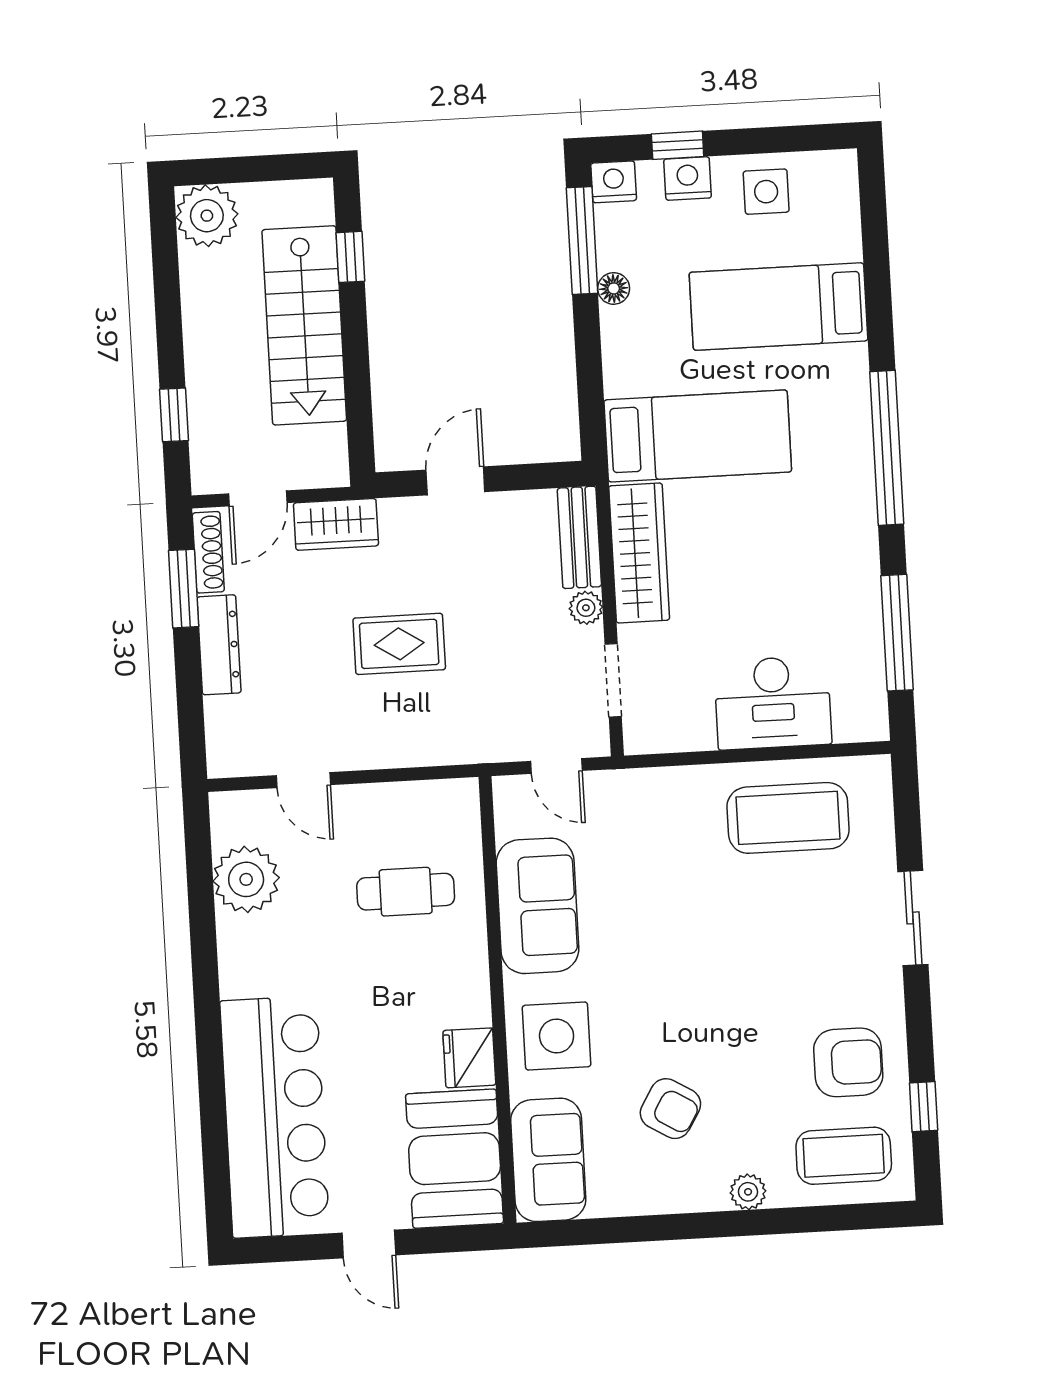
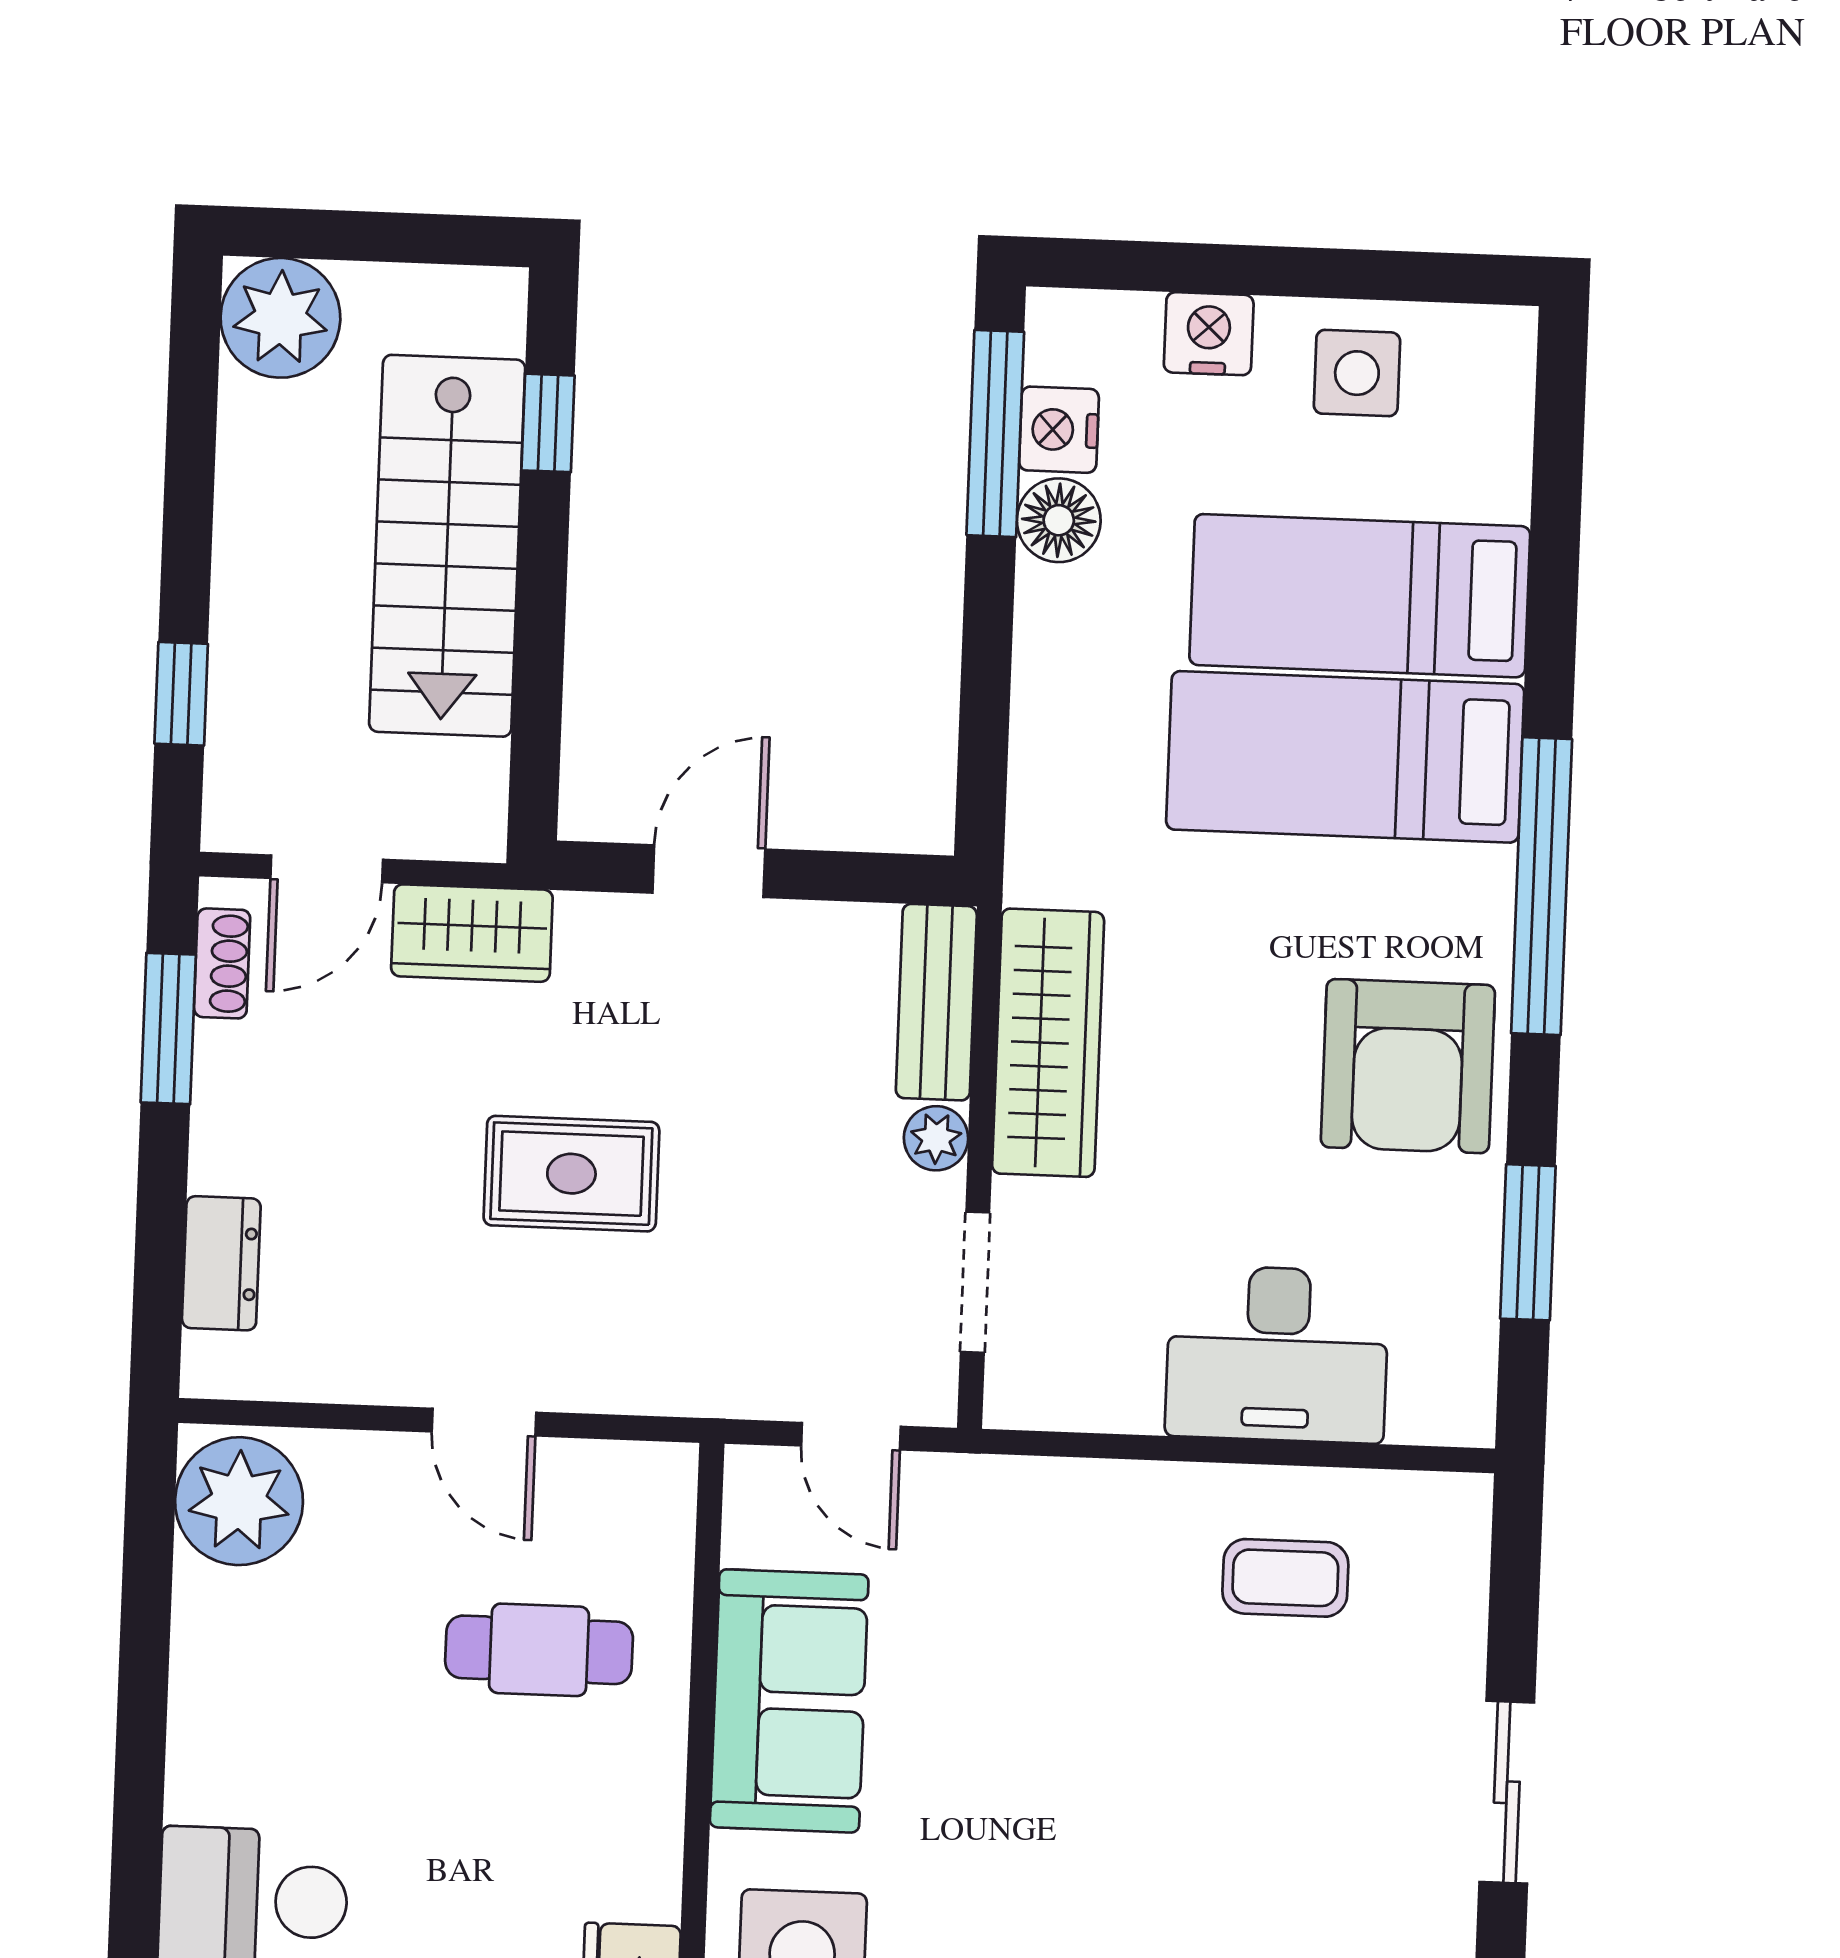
window: (678, 145) -> (1195, 268), removed
nightstand: (614, 182) -> (1059, 430), moved, turned -90
floor lamp: (614, 288) -> (1059, 520), width x1.37, depth x1.37
bed: (698, 436) -> (1345, 757), moved, turned 180
armchair: (826, 547) -> (1408, 1066), added
shoe rack: (208, 552) -> (222, 963), width x0.70
window: (897, 633) -> (1528, 1242), width x0.69
dresser: (219, 645) -> (221, 1263), moved, width x0.70
door: (303, 780) -> (484, 1422), moved
coffee table: (788, 818) -> (1285, 1578), width x0.54, depth x0.58
plant: (246, 879) -> (239, 1501), moved

